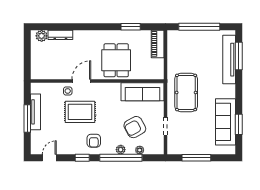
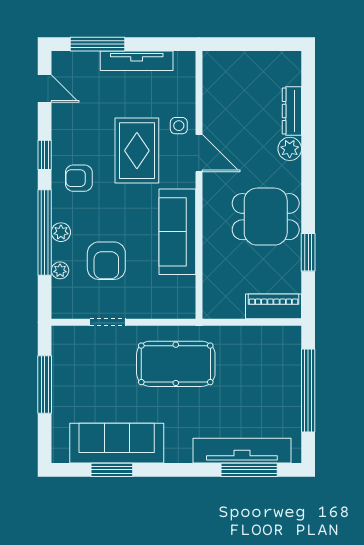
plant: (42, 36) -> (290, 149), moved
dining table: (116, 60) -> (266, 217), moved
sofa: (142, 92) -> (177, 232), moved
window: (27, 118) -> (97, 44), moved
armchair: (135, 127) -> (106, 261), turned -151

